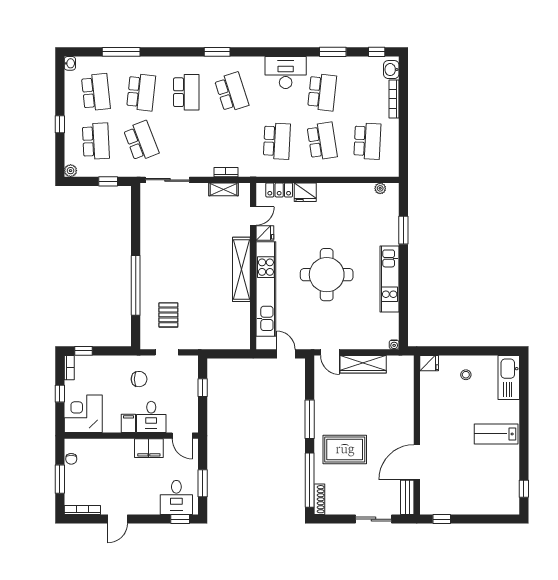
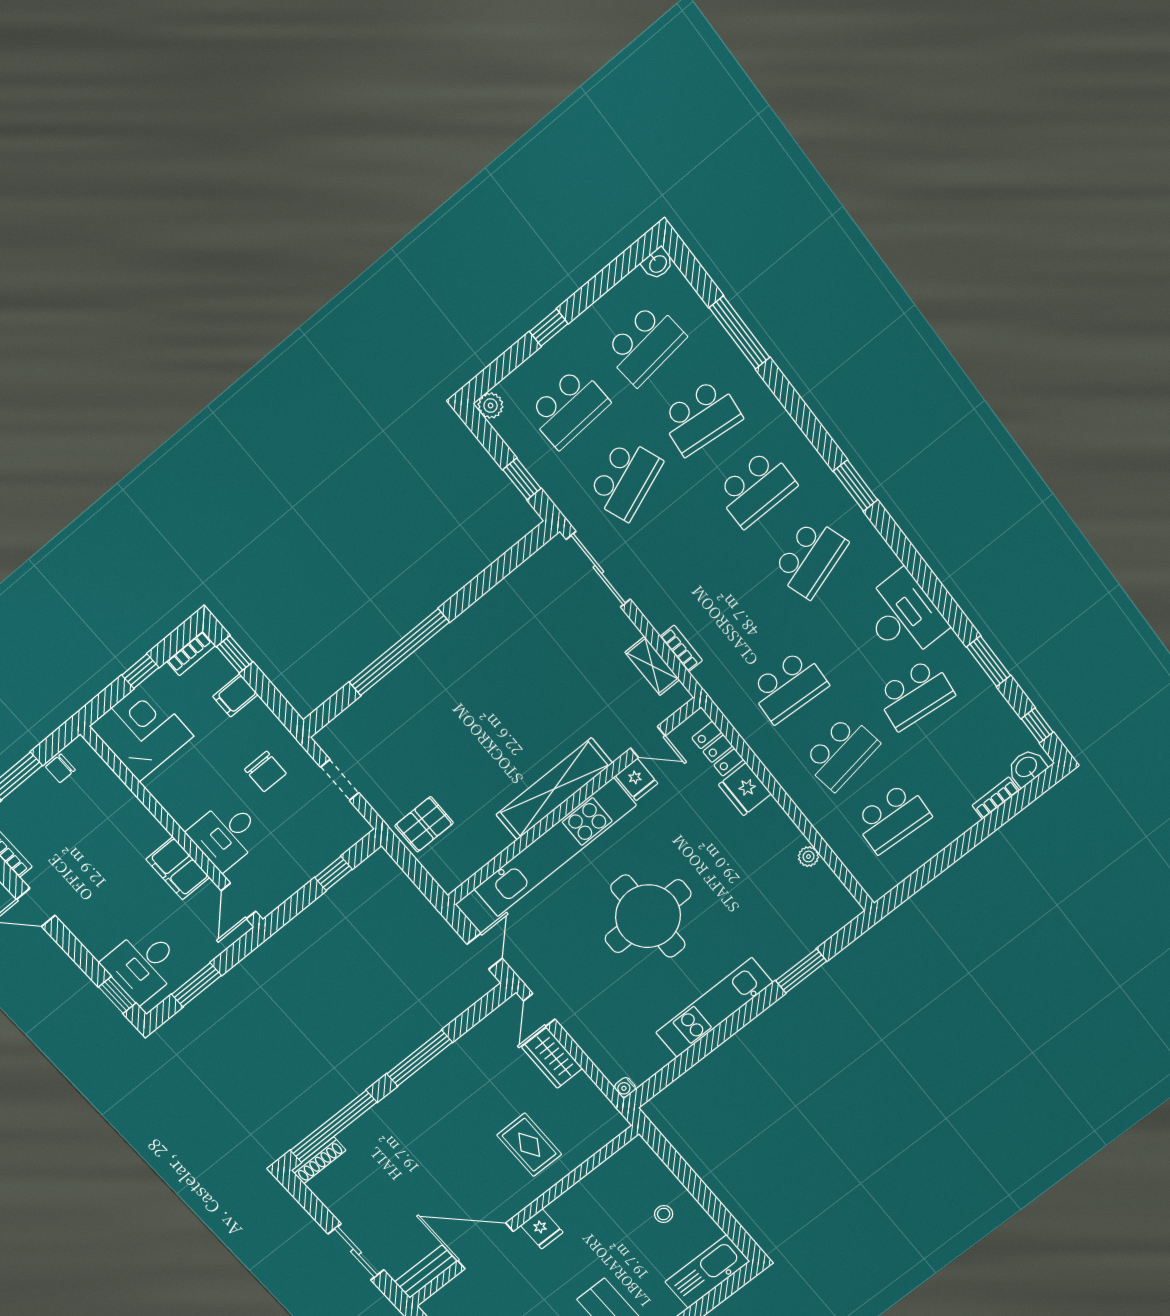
bookcase: (394, 99) -> (996, 798), width x0.64
plant: (380, 188) -> (808, 856), moved
pallet: (168, 315) -> (424, 824), moved
fridge: (429, 363) -> (542, 1229), moved
wardrobe: (363, 364) -> (552, 1058), width x0.67
filing cabinet: (128, 423) -> (235, 695), moved, turned 180
rug: (345, 449) -> (529, 1145), moved, width x0.73, depth x0.70

